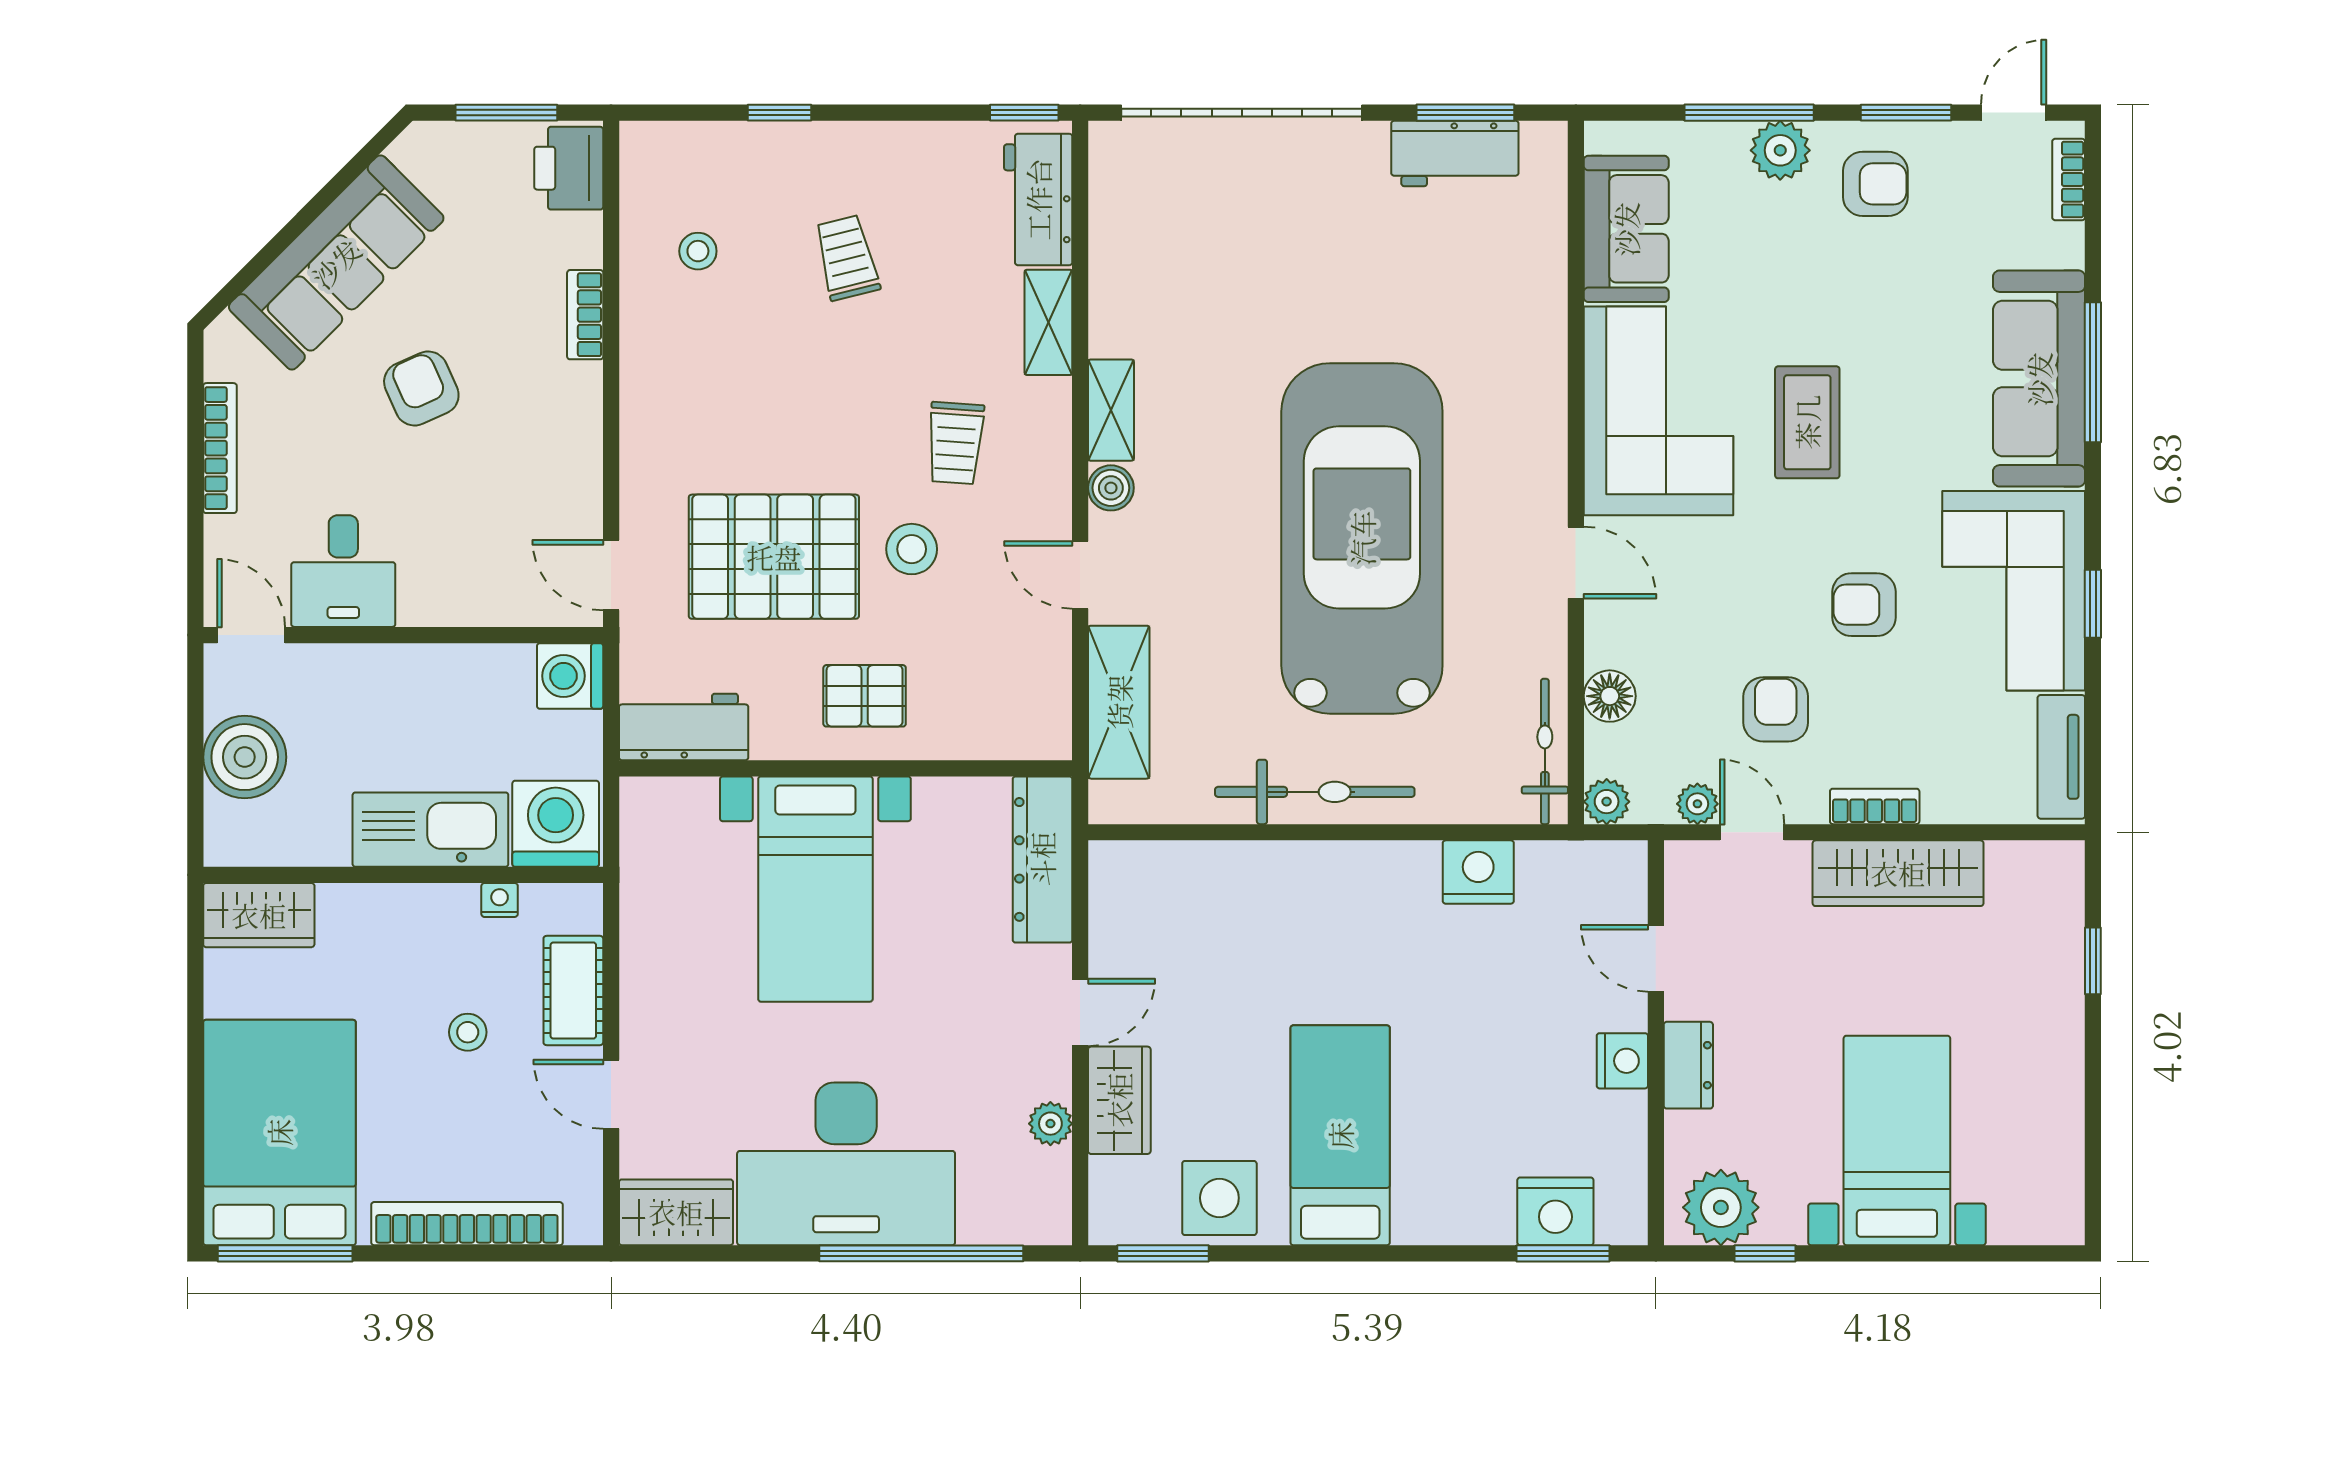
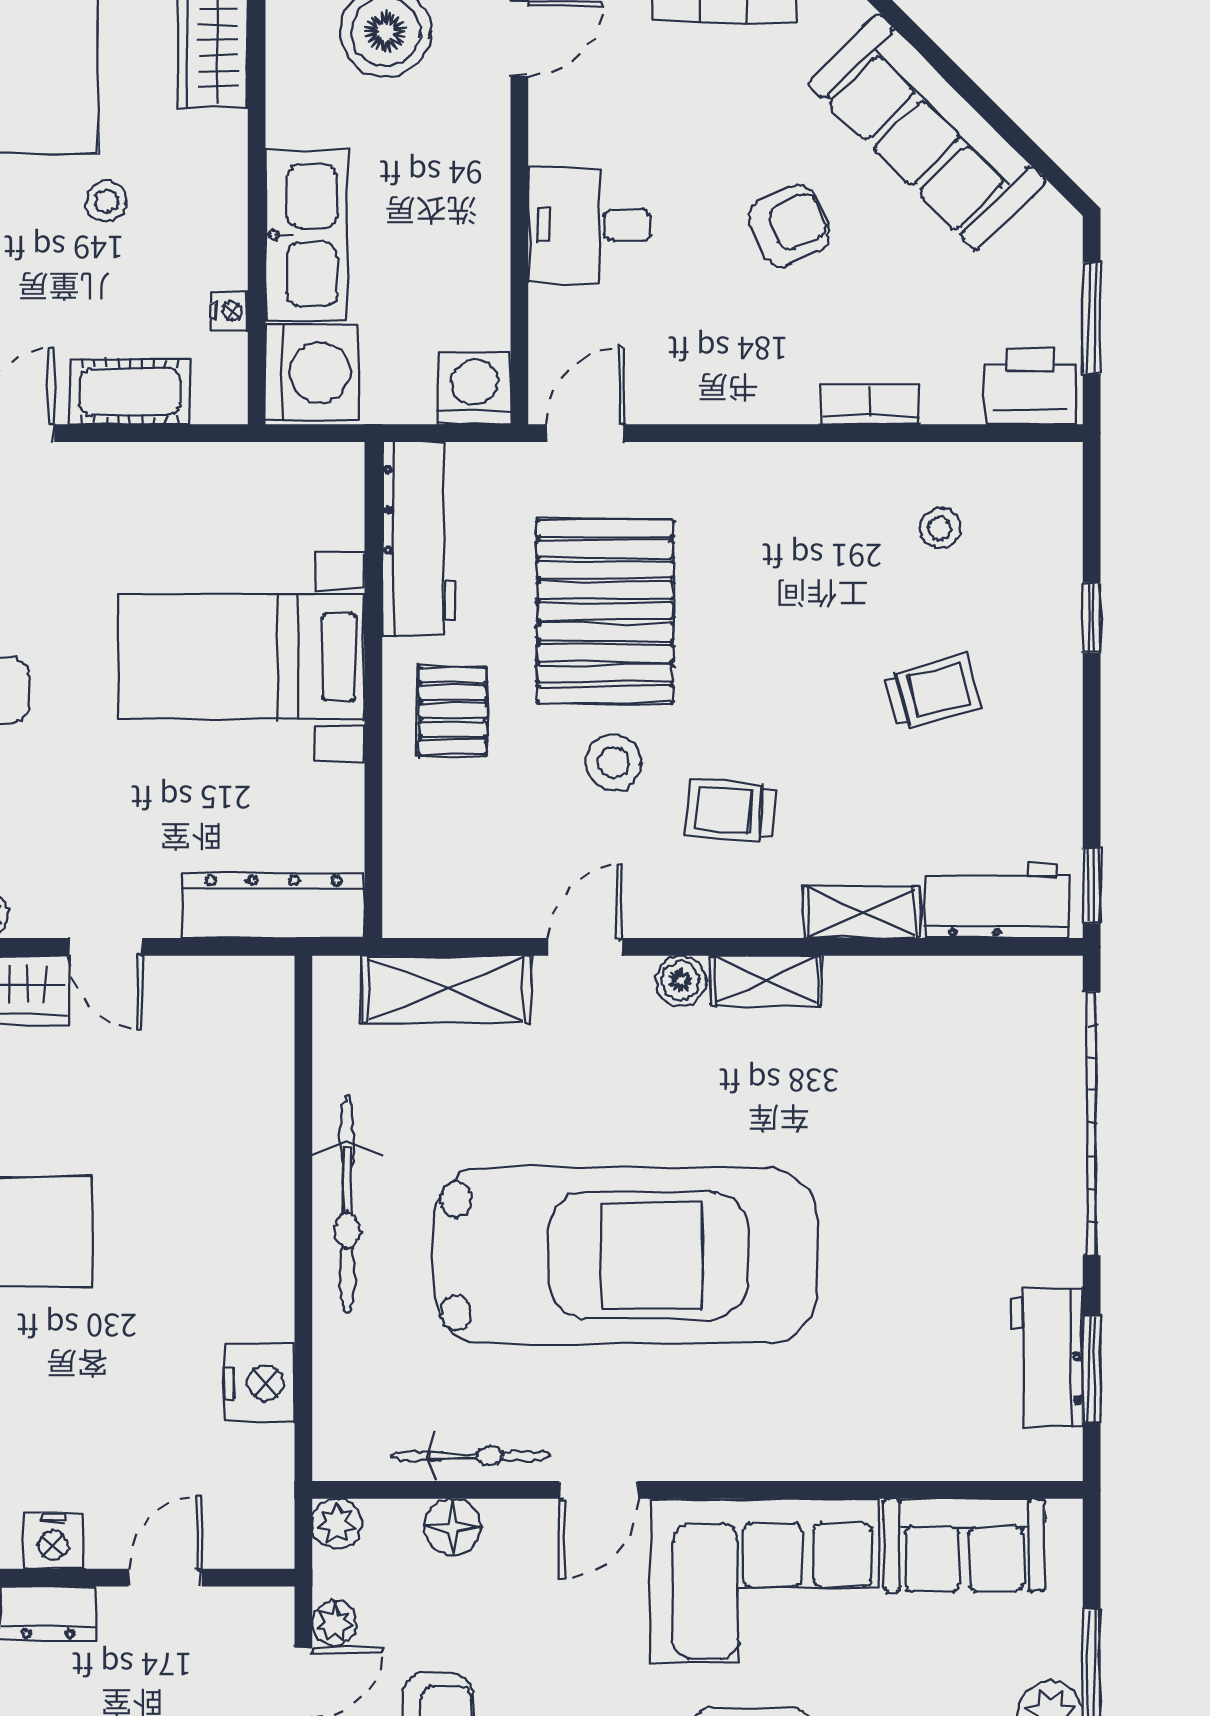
desk: (343, 571) -> (589, 225), moved
workbench: (684, 727) -> (419, 539), width x1.38
bicycle: (1545, 751) -> (471, 1456), moved
stool: (468, 1032) -> (106, 201), moved

